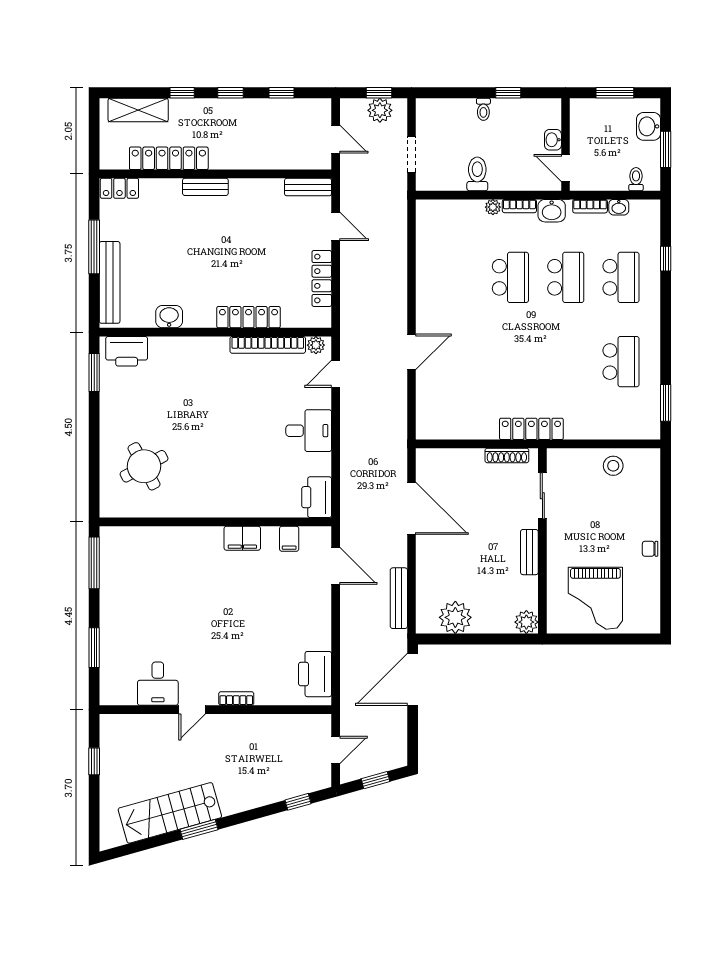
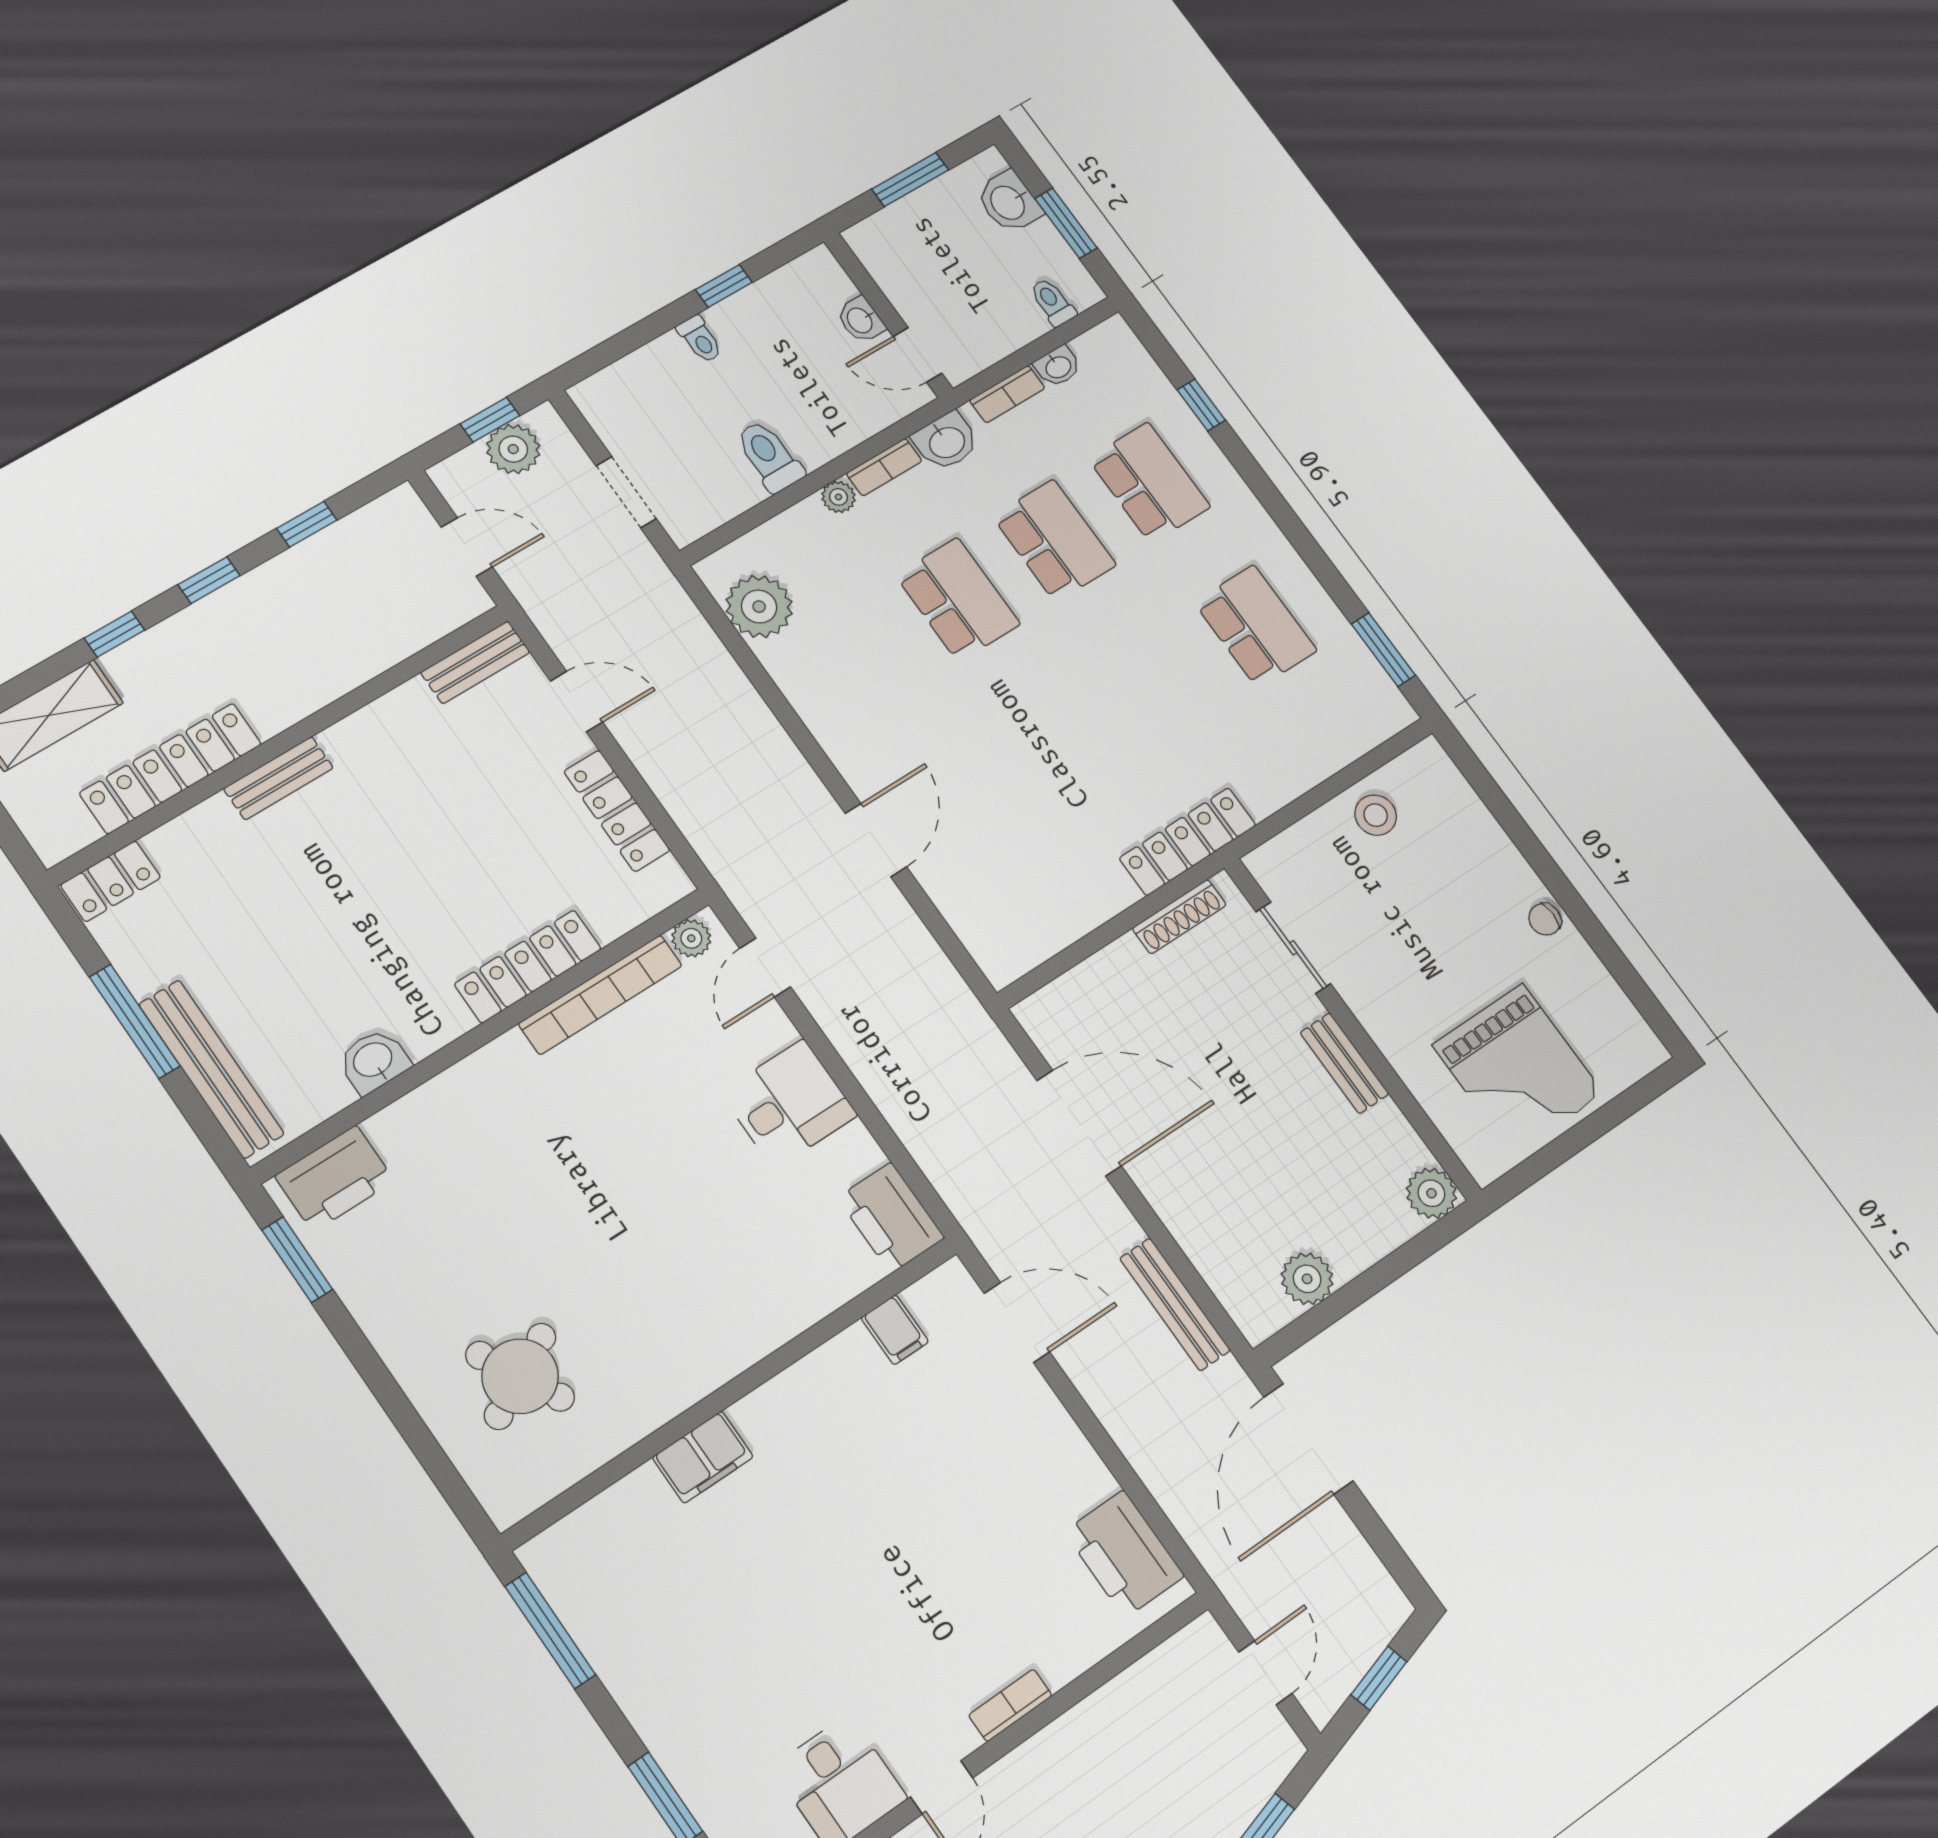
plant: (431, 232) -> (759, 607), added
filing cabinet: (242, 538) -> (703, 1457), moved
plant: (455, 617) -> (1307, 1279), width x0.73, depth x0.73

